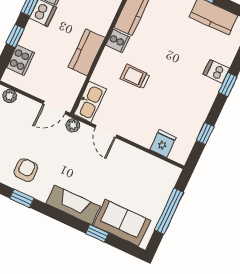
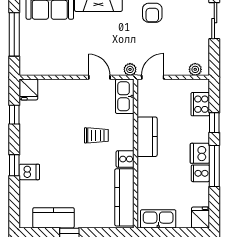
fridge: (163, 144) -> (29, 89), moved

